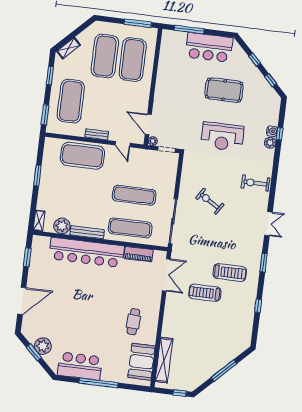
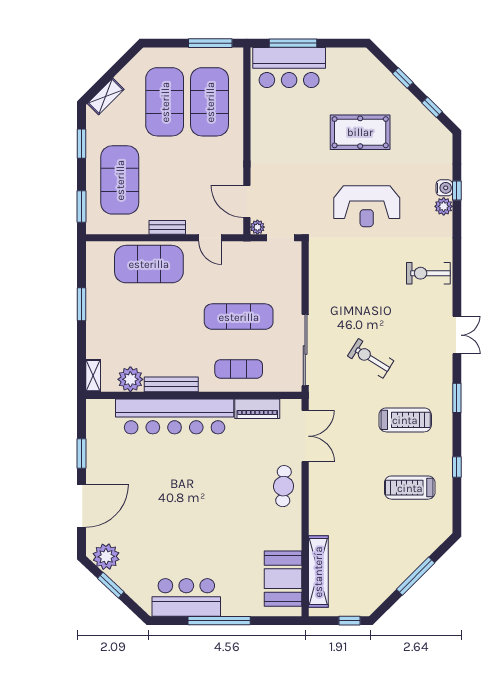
bar counter: (209, 47) -> (289, 68), moved
exercise bike: (210, 201) -> (371, 358), moved
exercise mat: (130, 228) -> (239, 369), width x0.73, depth x0.69
window: (27, 257) -> (82, 453), moved
treadmill: (205, 293) -> (410, 488), moved
cafe table: (133, 322) -> (284, 486), moved
plant: (43, 346) -> (106, 557), moved

